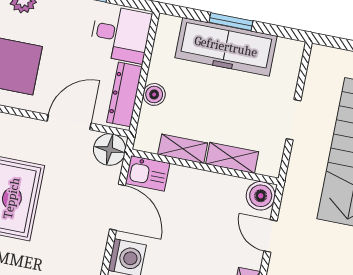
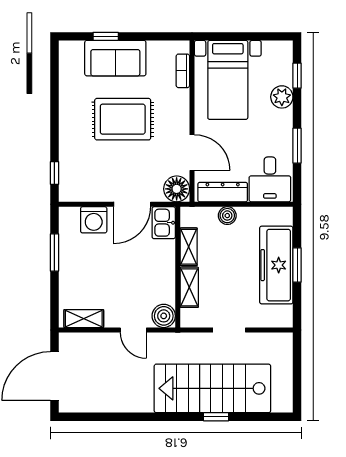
door: (270, 236) -> (133, 330), swing flipped

